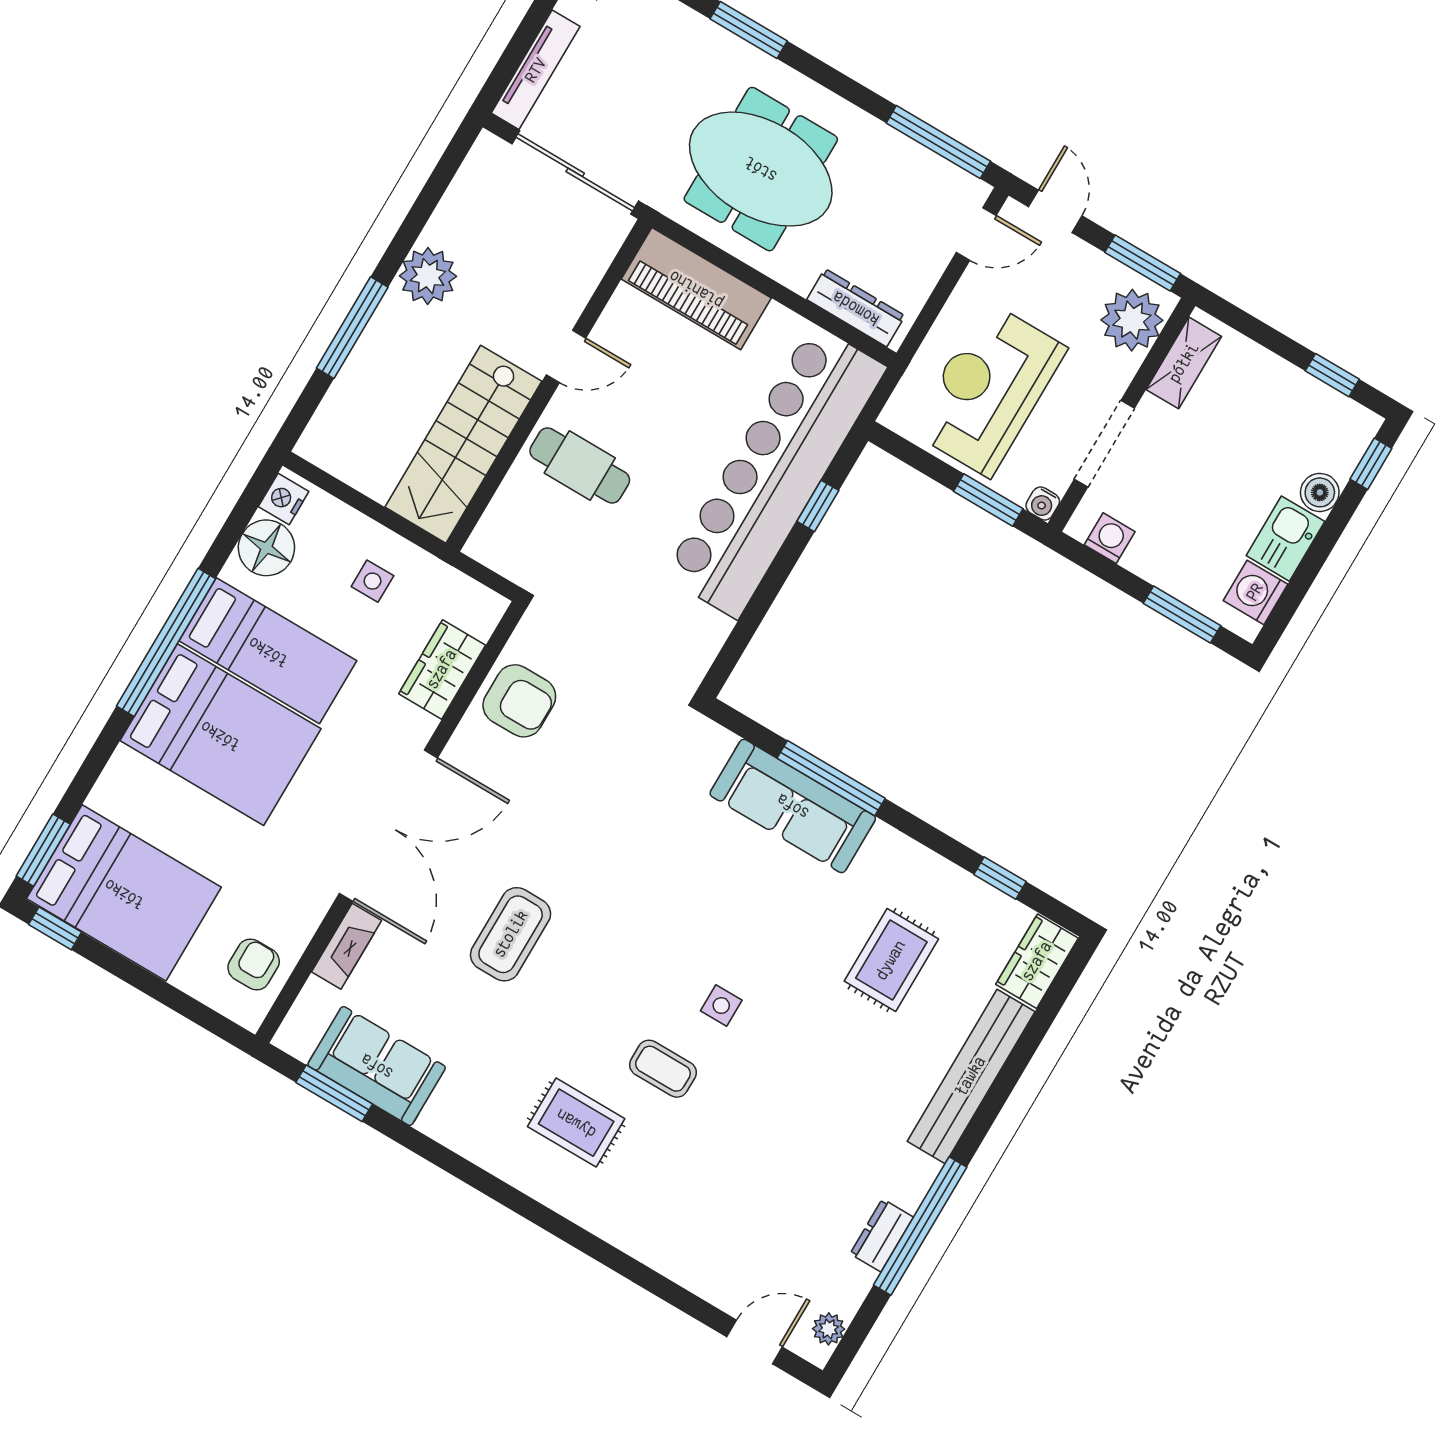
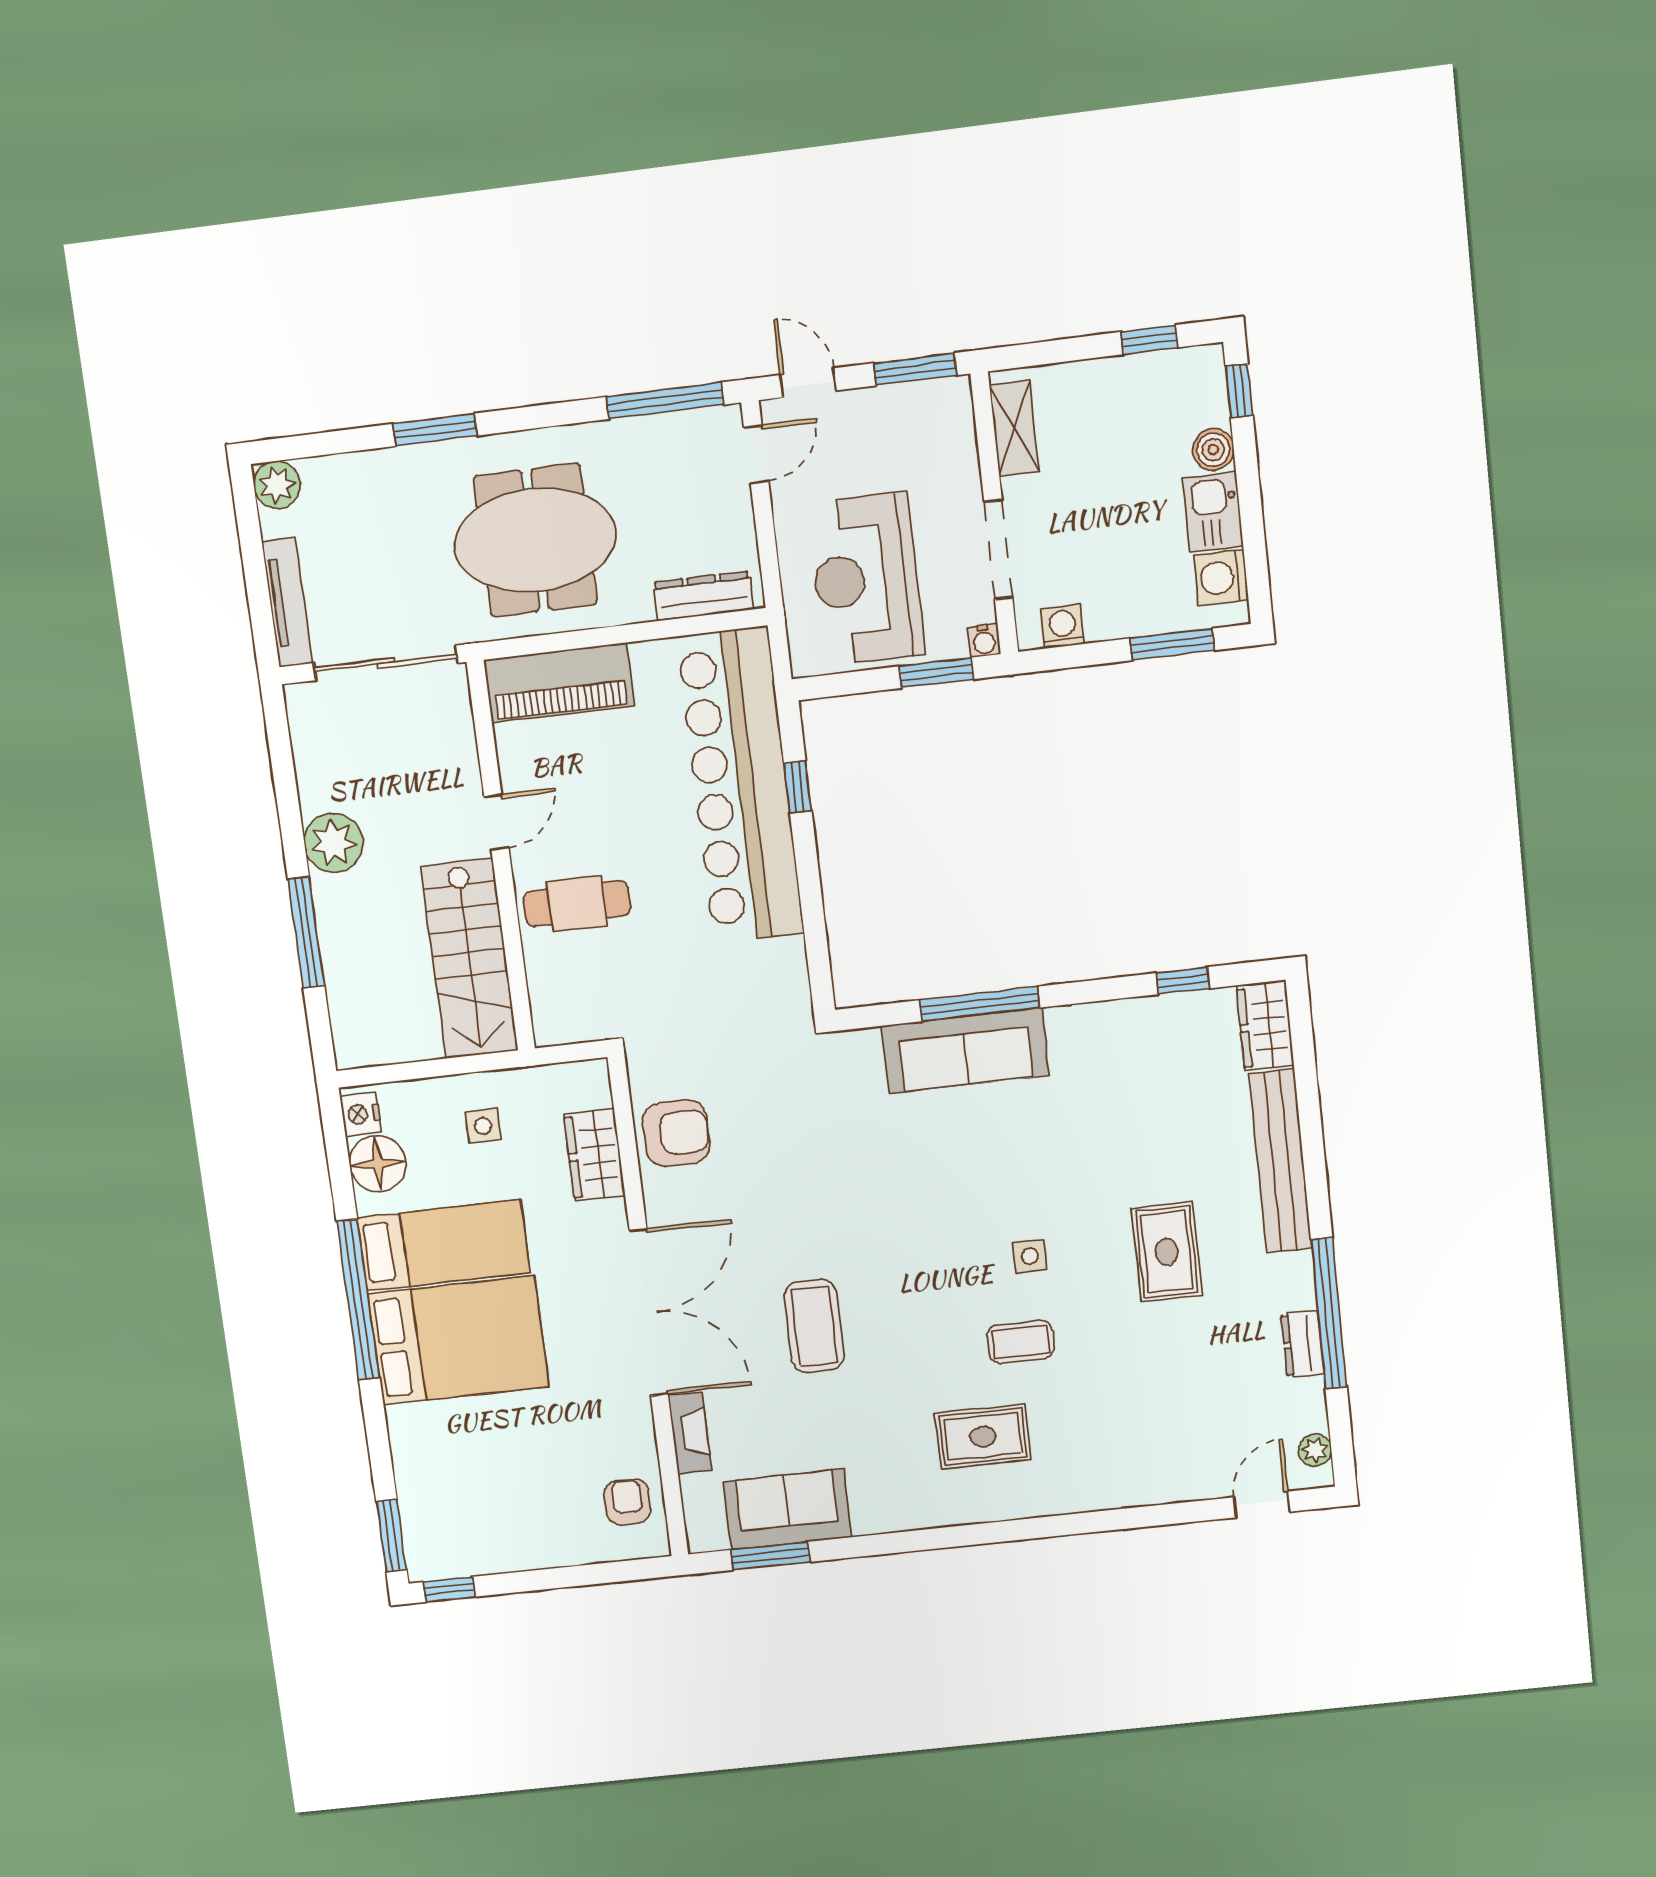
plant: (1132, 320) -> (943, 426), removed
bed: (124, 893) -> (481, 1522), removed
rug: (891, 960) -> (1167, 1252), moved

